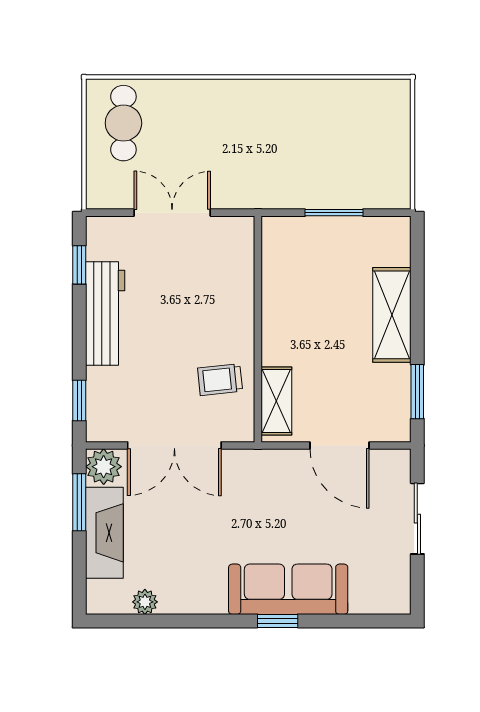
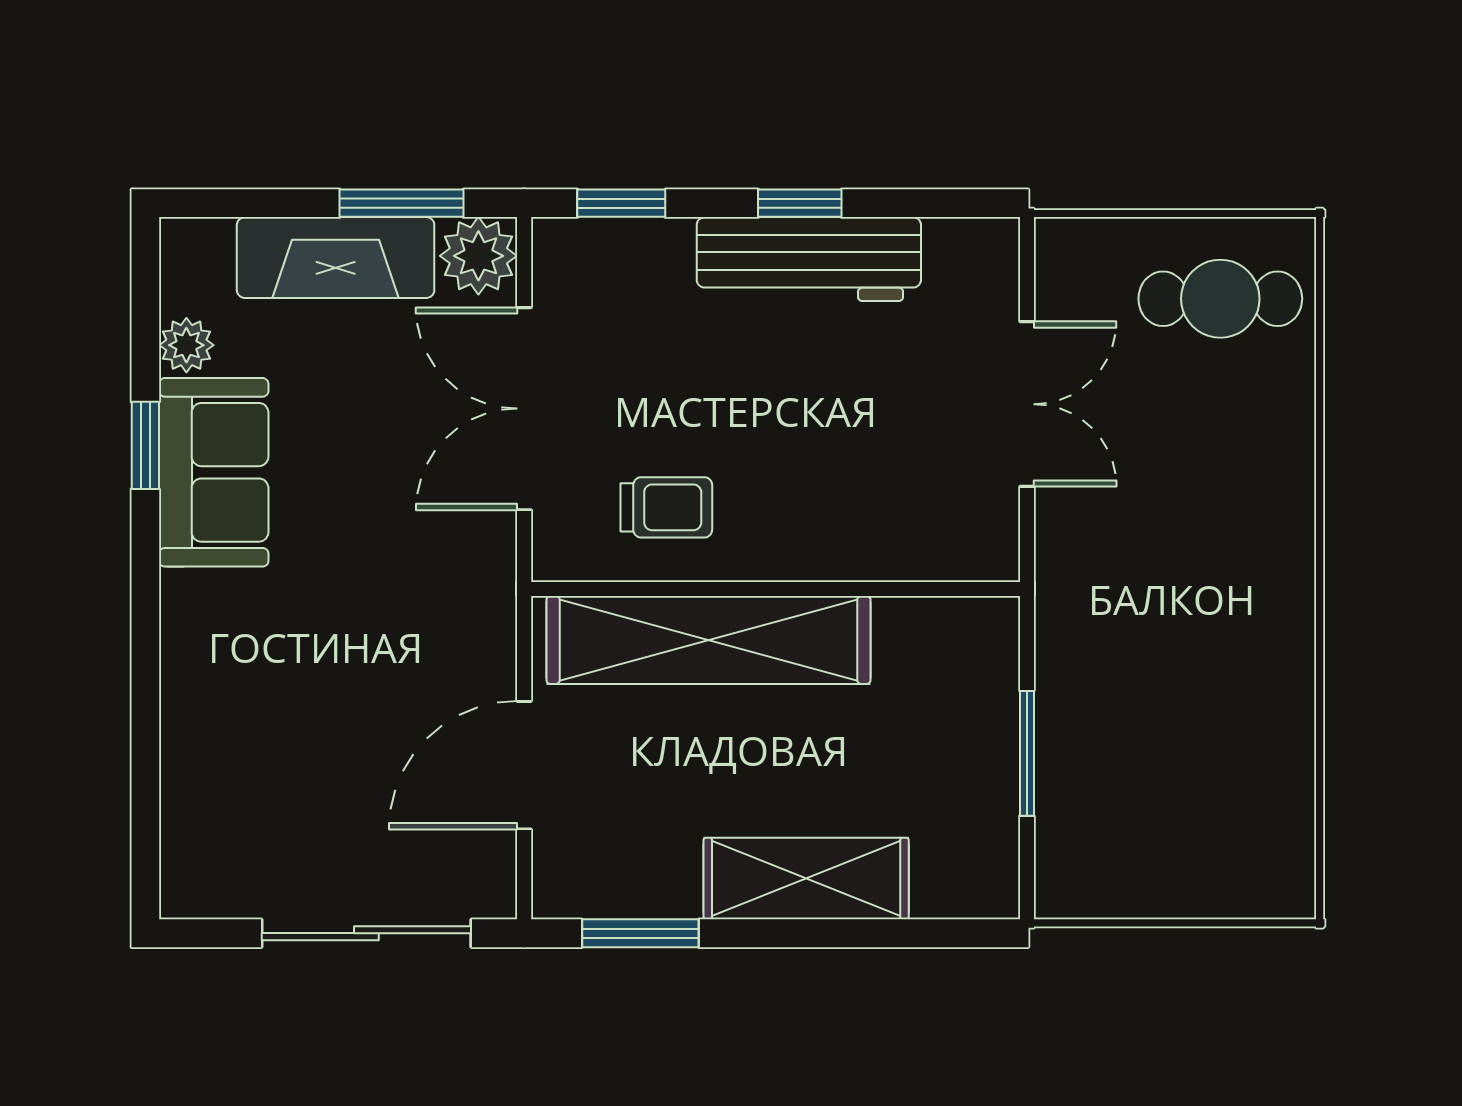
window: (79, 265) -> (800, 203), moved
trolley: (220, 380) -> (666, 507), turned 96
shelving: (276, 401) -> (708, 640), width x2.20, depth x1.33
sliding door: (417, 519) -> (366, 933), width x1.37
sofa: (288, 589) -> (214, 472), moved, width x0.73
window: (278, 621) -> (145, 445), moved

